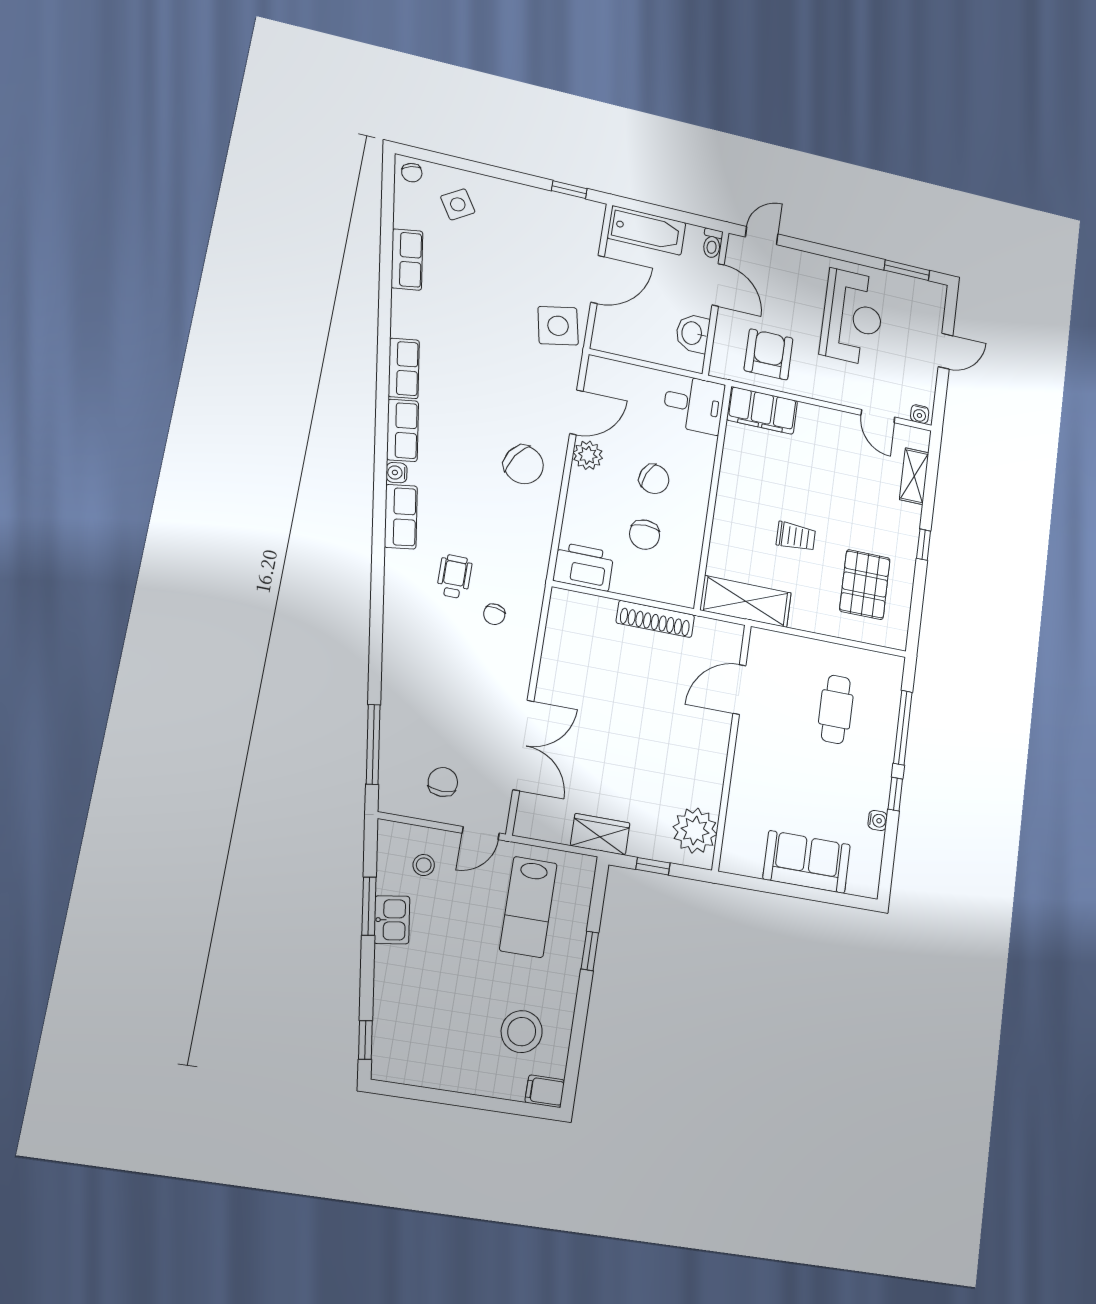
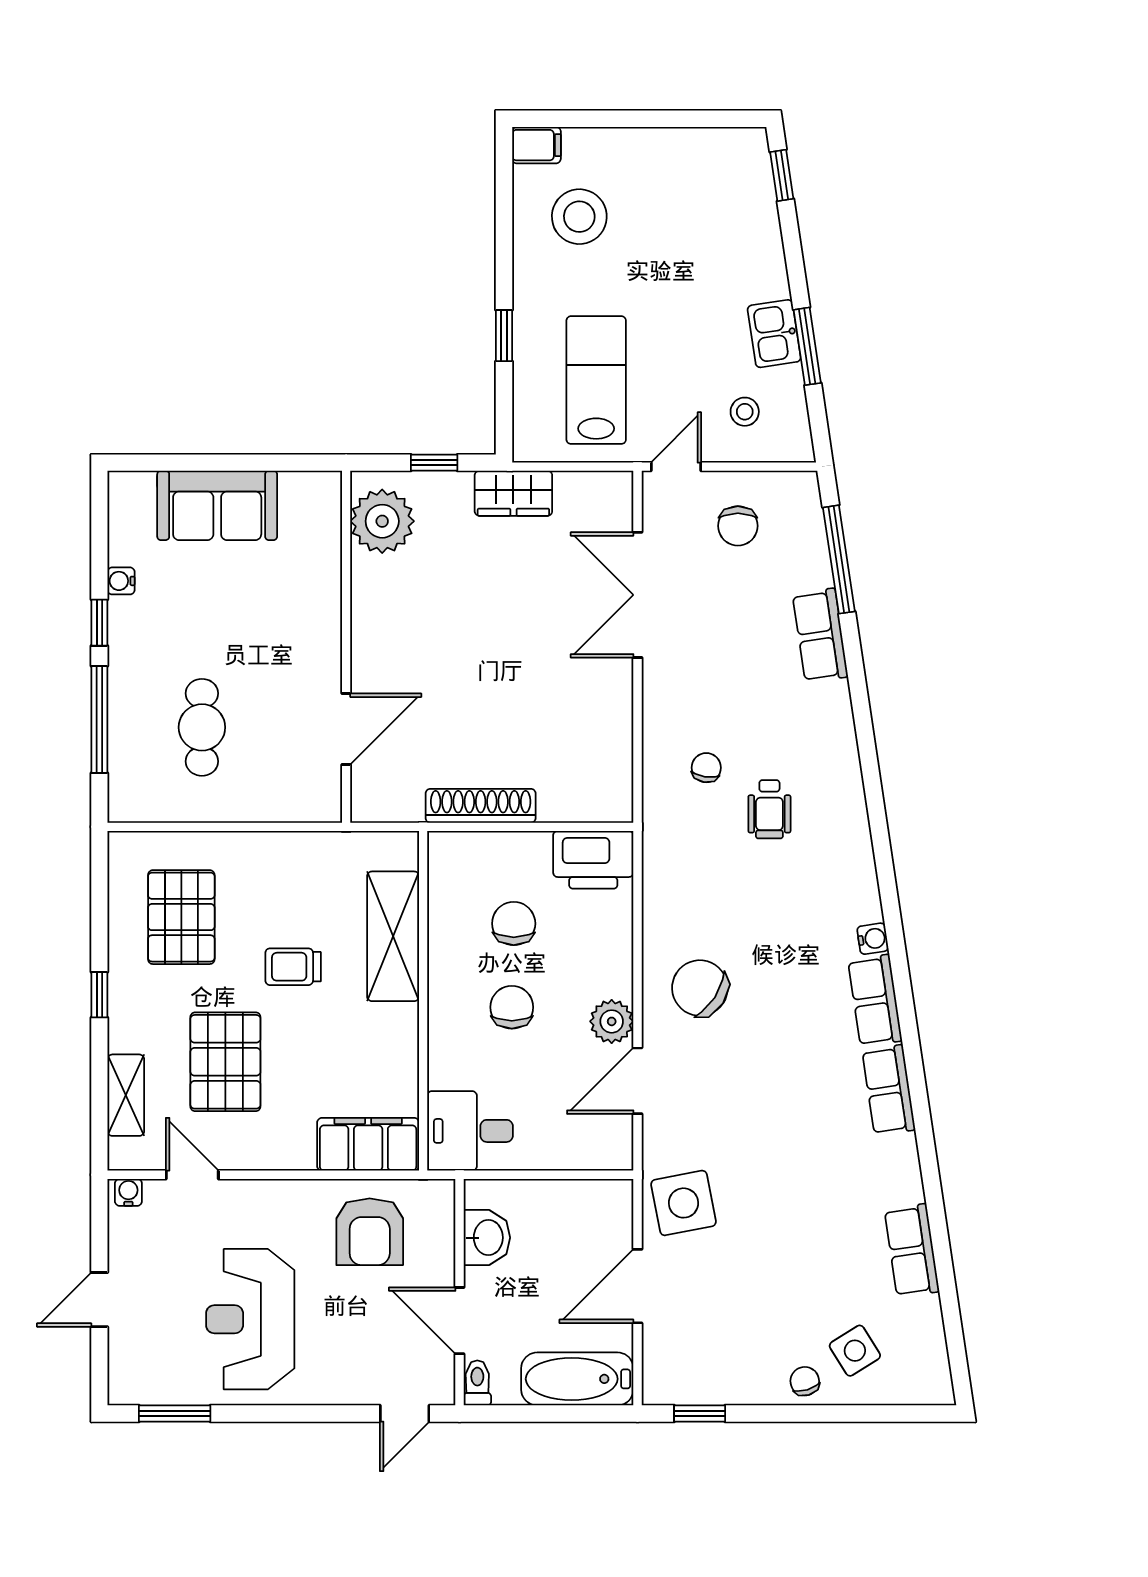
chair: (412, 173) -> (805, 1381), moved
chair: (654, 479) -> (512, 1007), turned 66
pallet: (848, 484) -> (225, 1062), added
row of seats: (401, 517) -> (820, 635), moved
shelving: (746, 601) -> (393, 936), moved, turned 90

